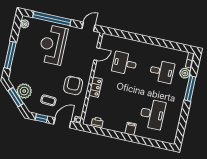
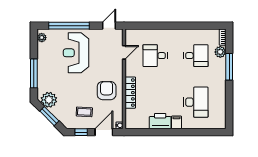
locker: (95, 87) -> (130, 93), width x1.53
plant: (24, 91) -> (49, 100), moved
printer: (97, 122) -> (160, 121), moved, width x1.87, depth x1.48

